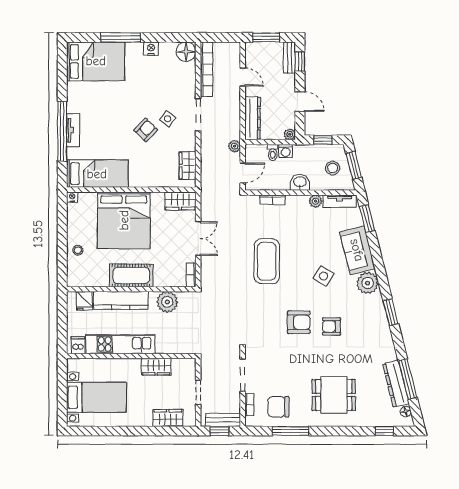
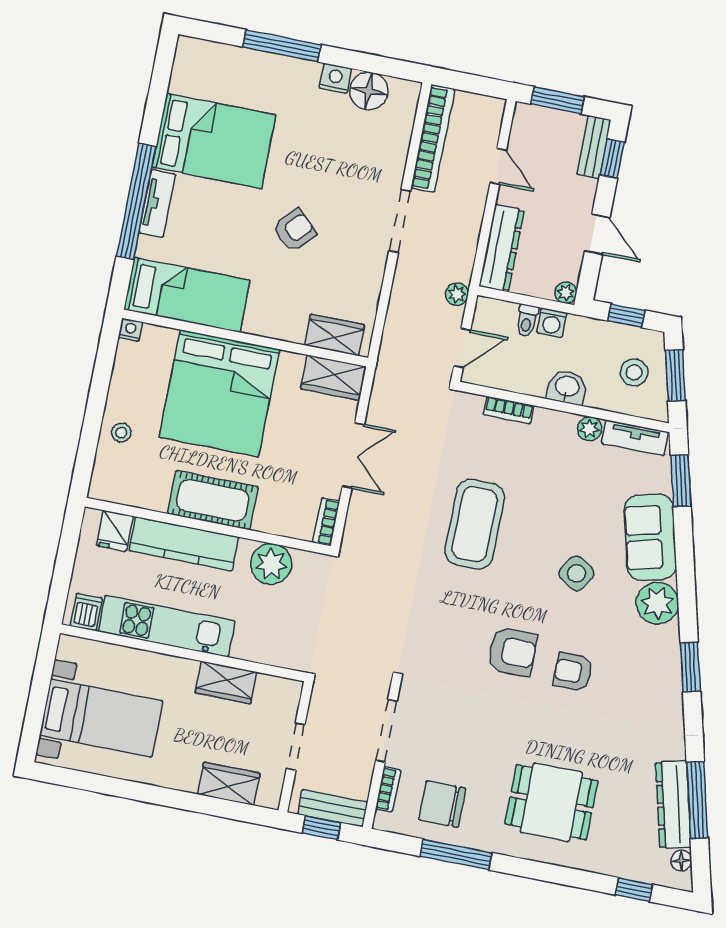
floor lamp: (186, 52) -> (369, 91), moved
bed: (96, 61) -> (214, 141), moved
side table: (168, 119) -> (341, 217), removed
wardrobe: (188, 166) -> (335, 335), moved, turned 90

